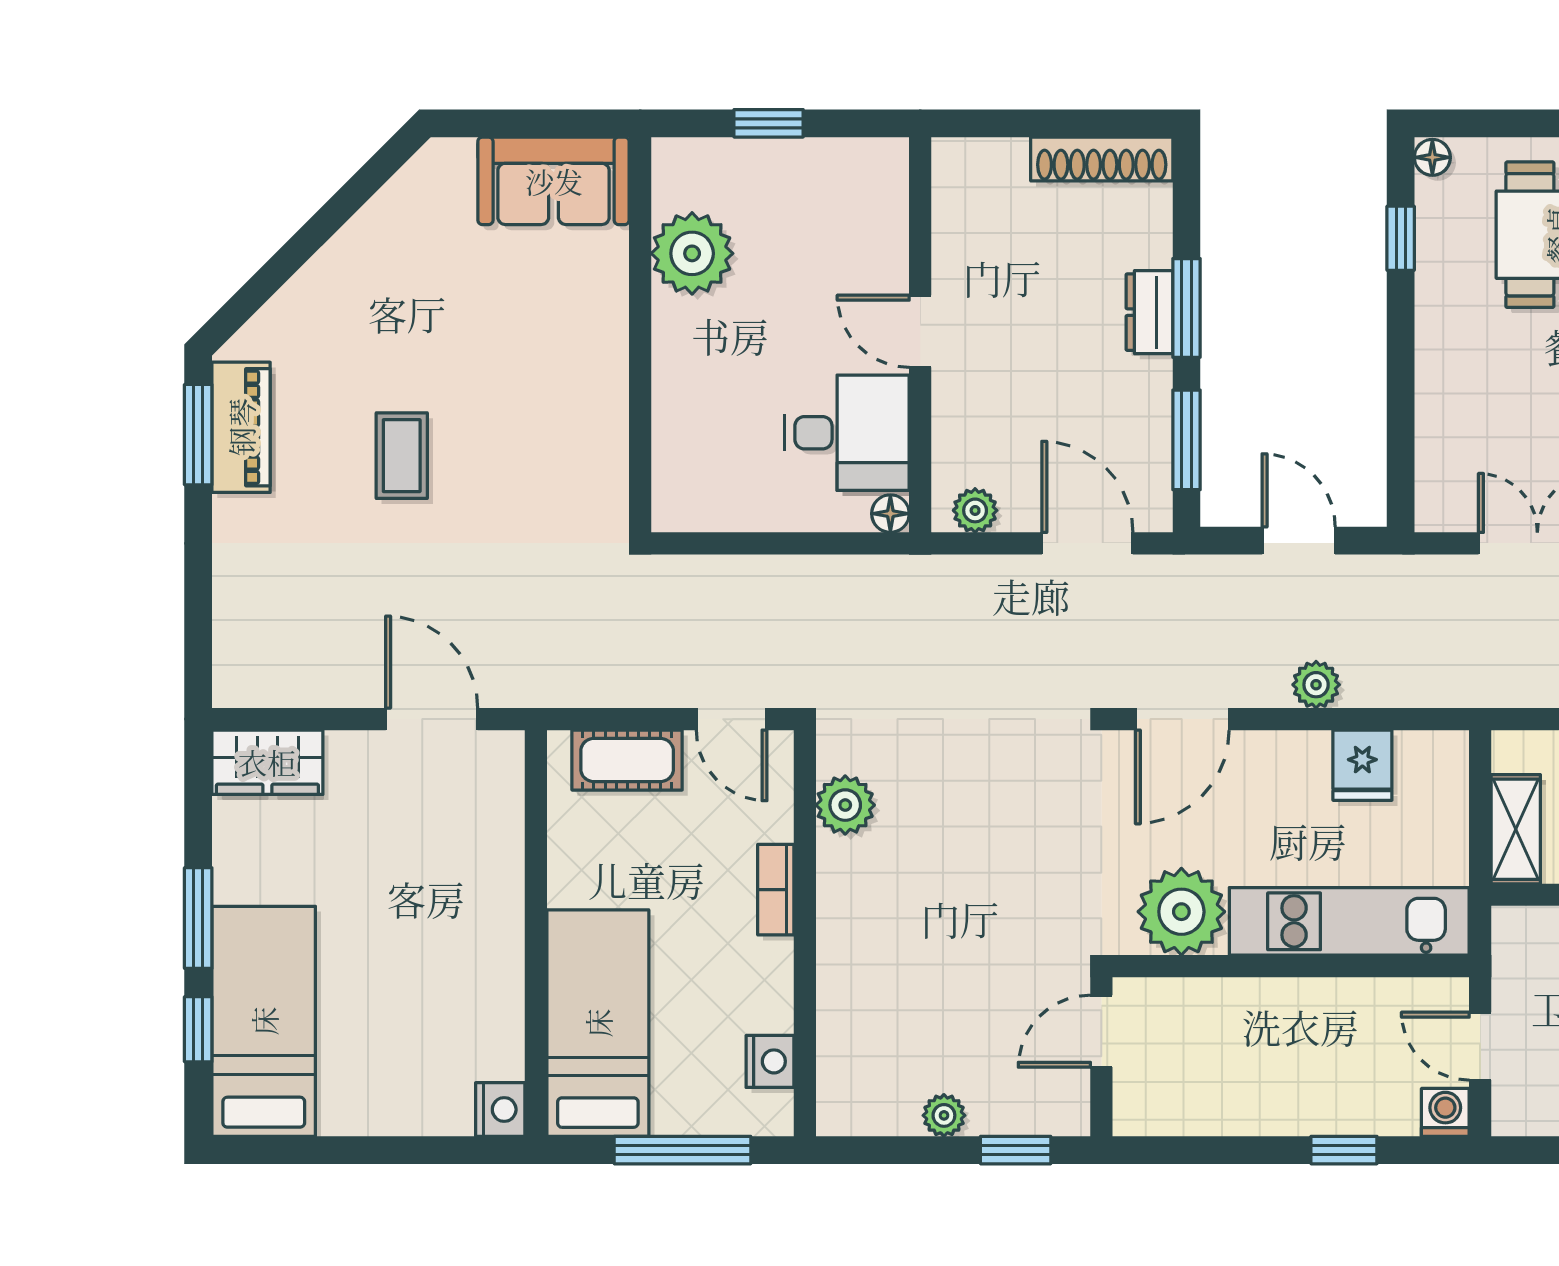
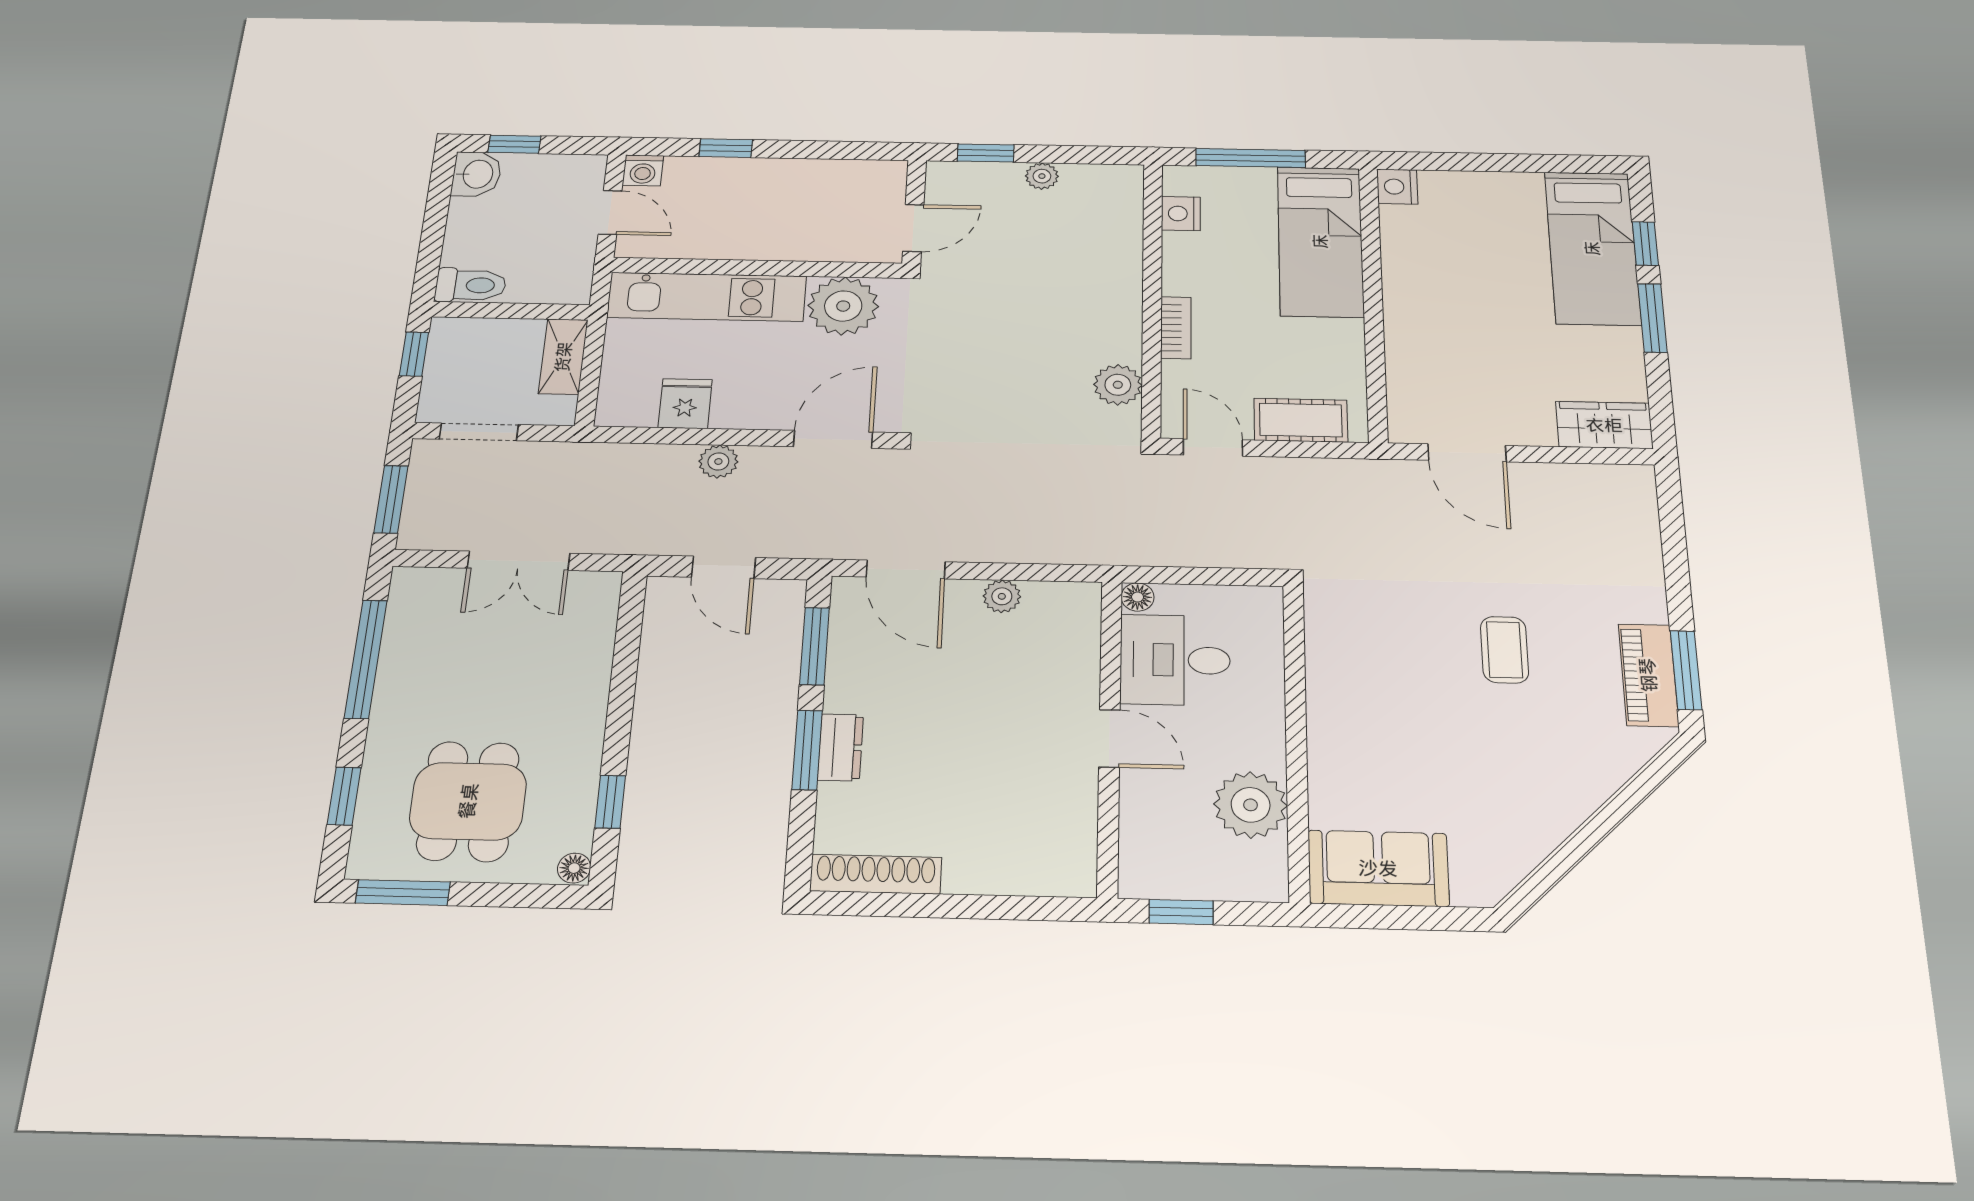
door: (920, 331) -> (1109, 738), moved
wall: (920, 335) -> (1110, 736), moved
desk: (847, 433) -> (1175, 660), moved
floor lamp: (890, 514) -> (1138, 597), moved

